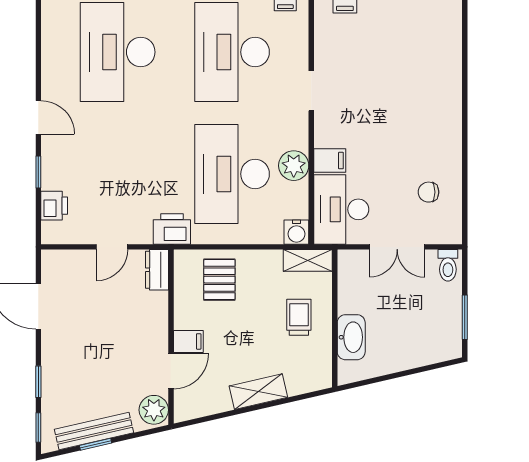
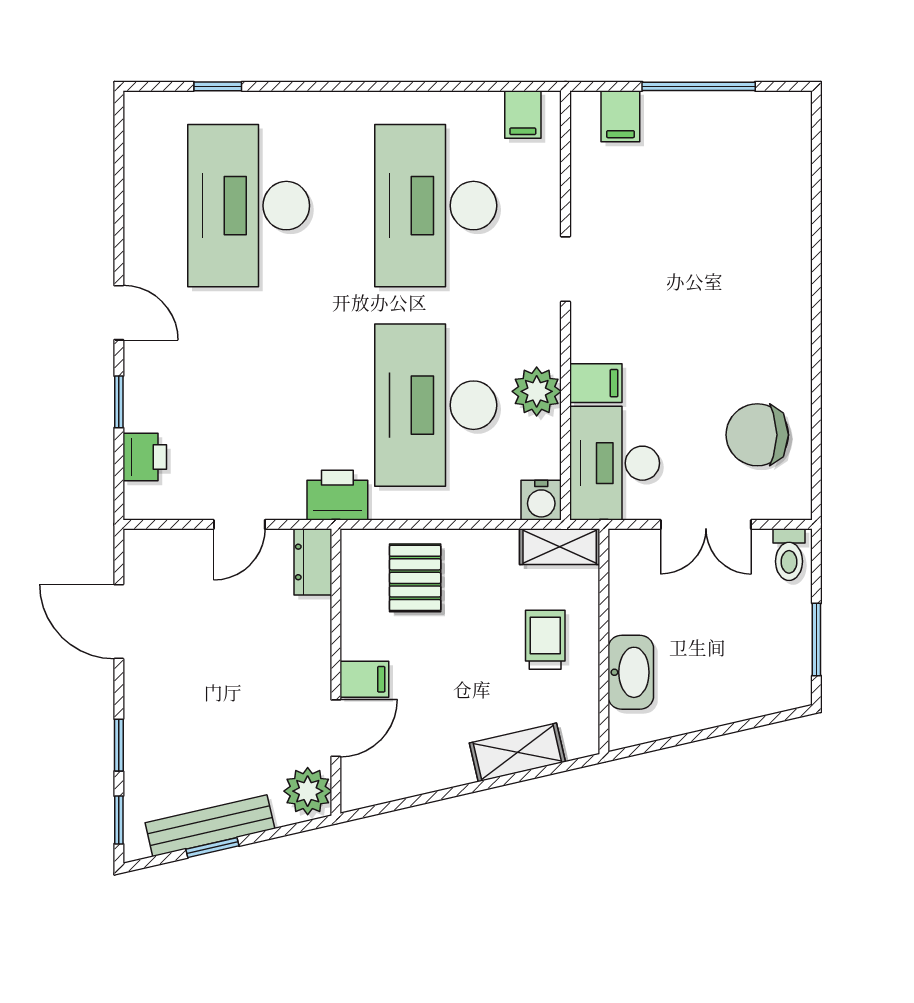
chair: (429, 192) -> (757, 435), width x1.87, depth x1.87
shelving: (258, 392) -> (517, 752), moved

